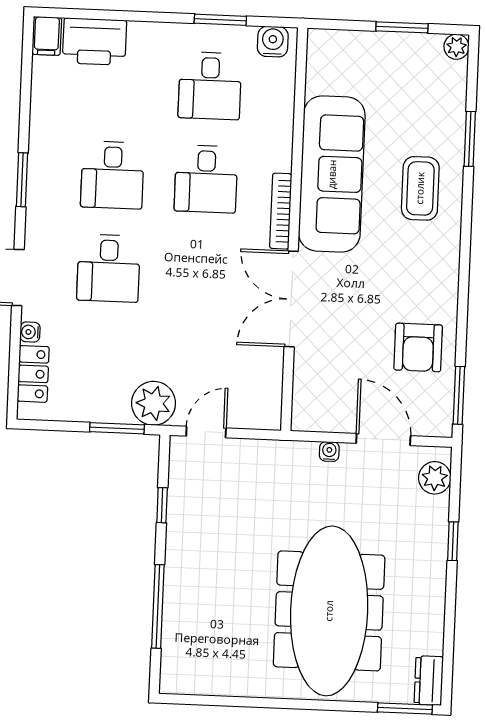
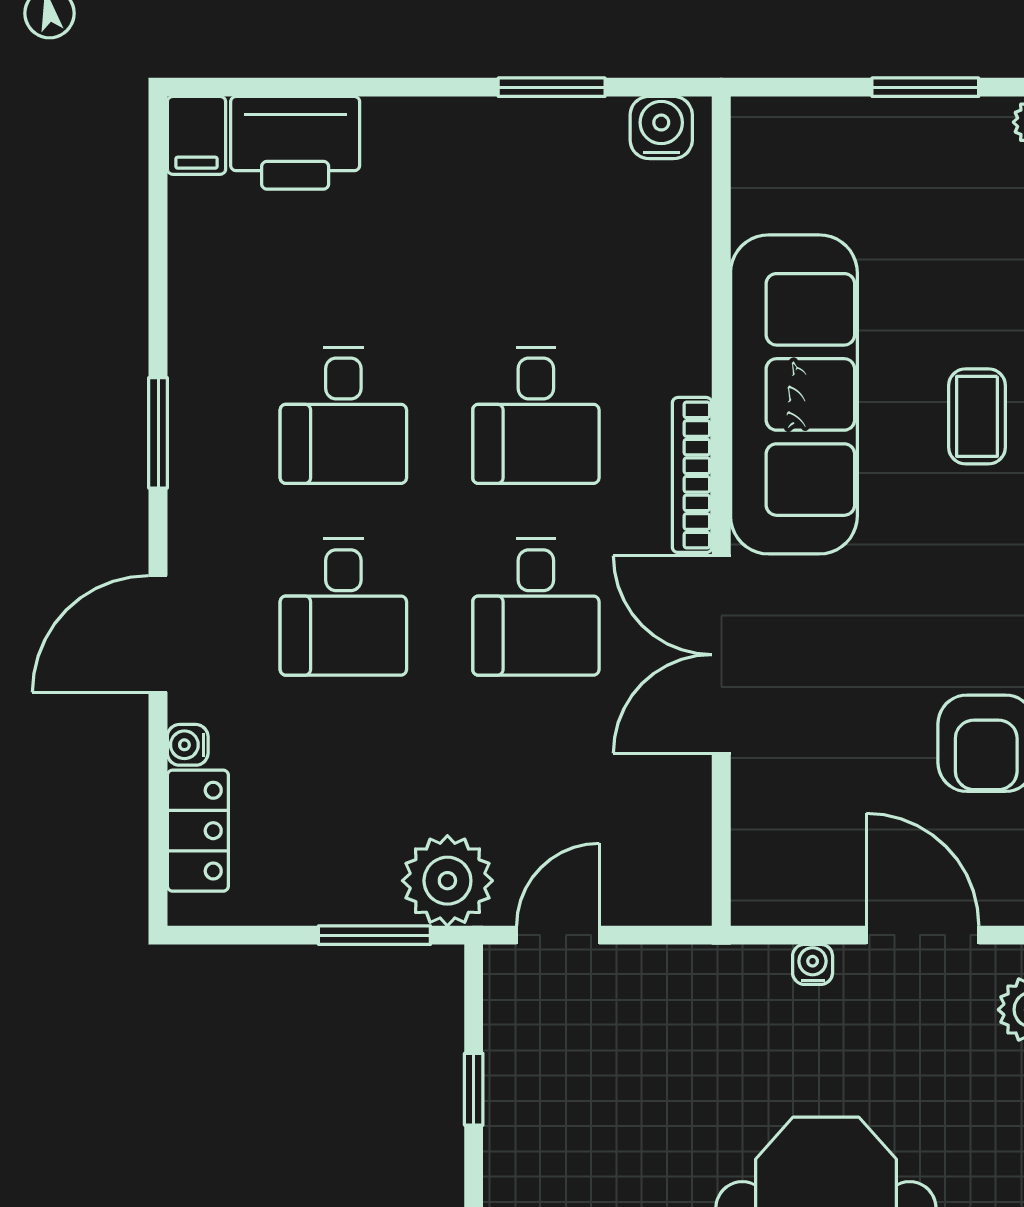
desk: (210, 86) -> (536, 607), moved
coffee table: (420, 188) -> (977, 416), width x0.73, depth x0.77

